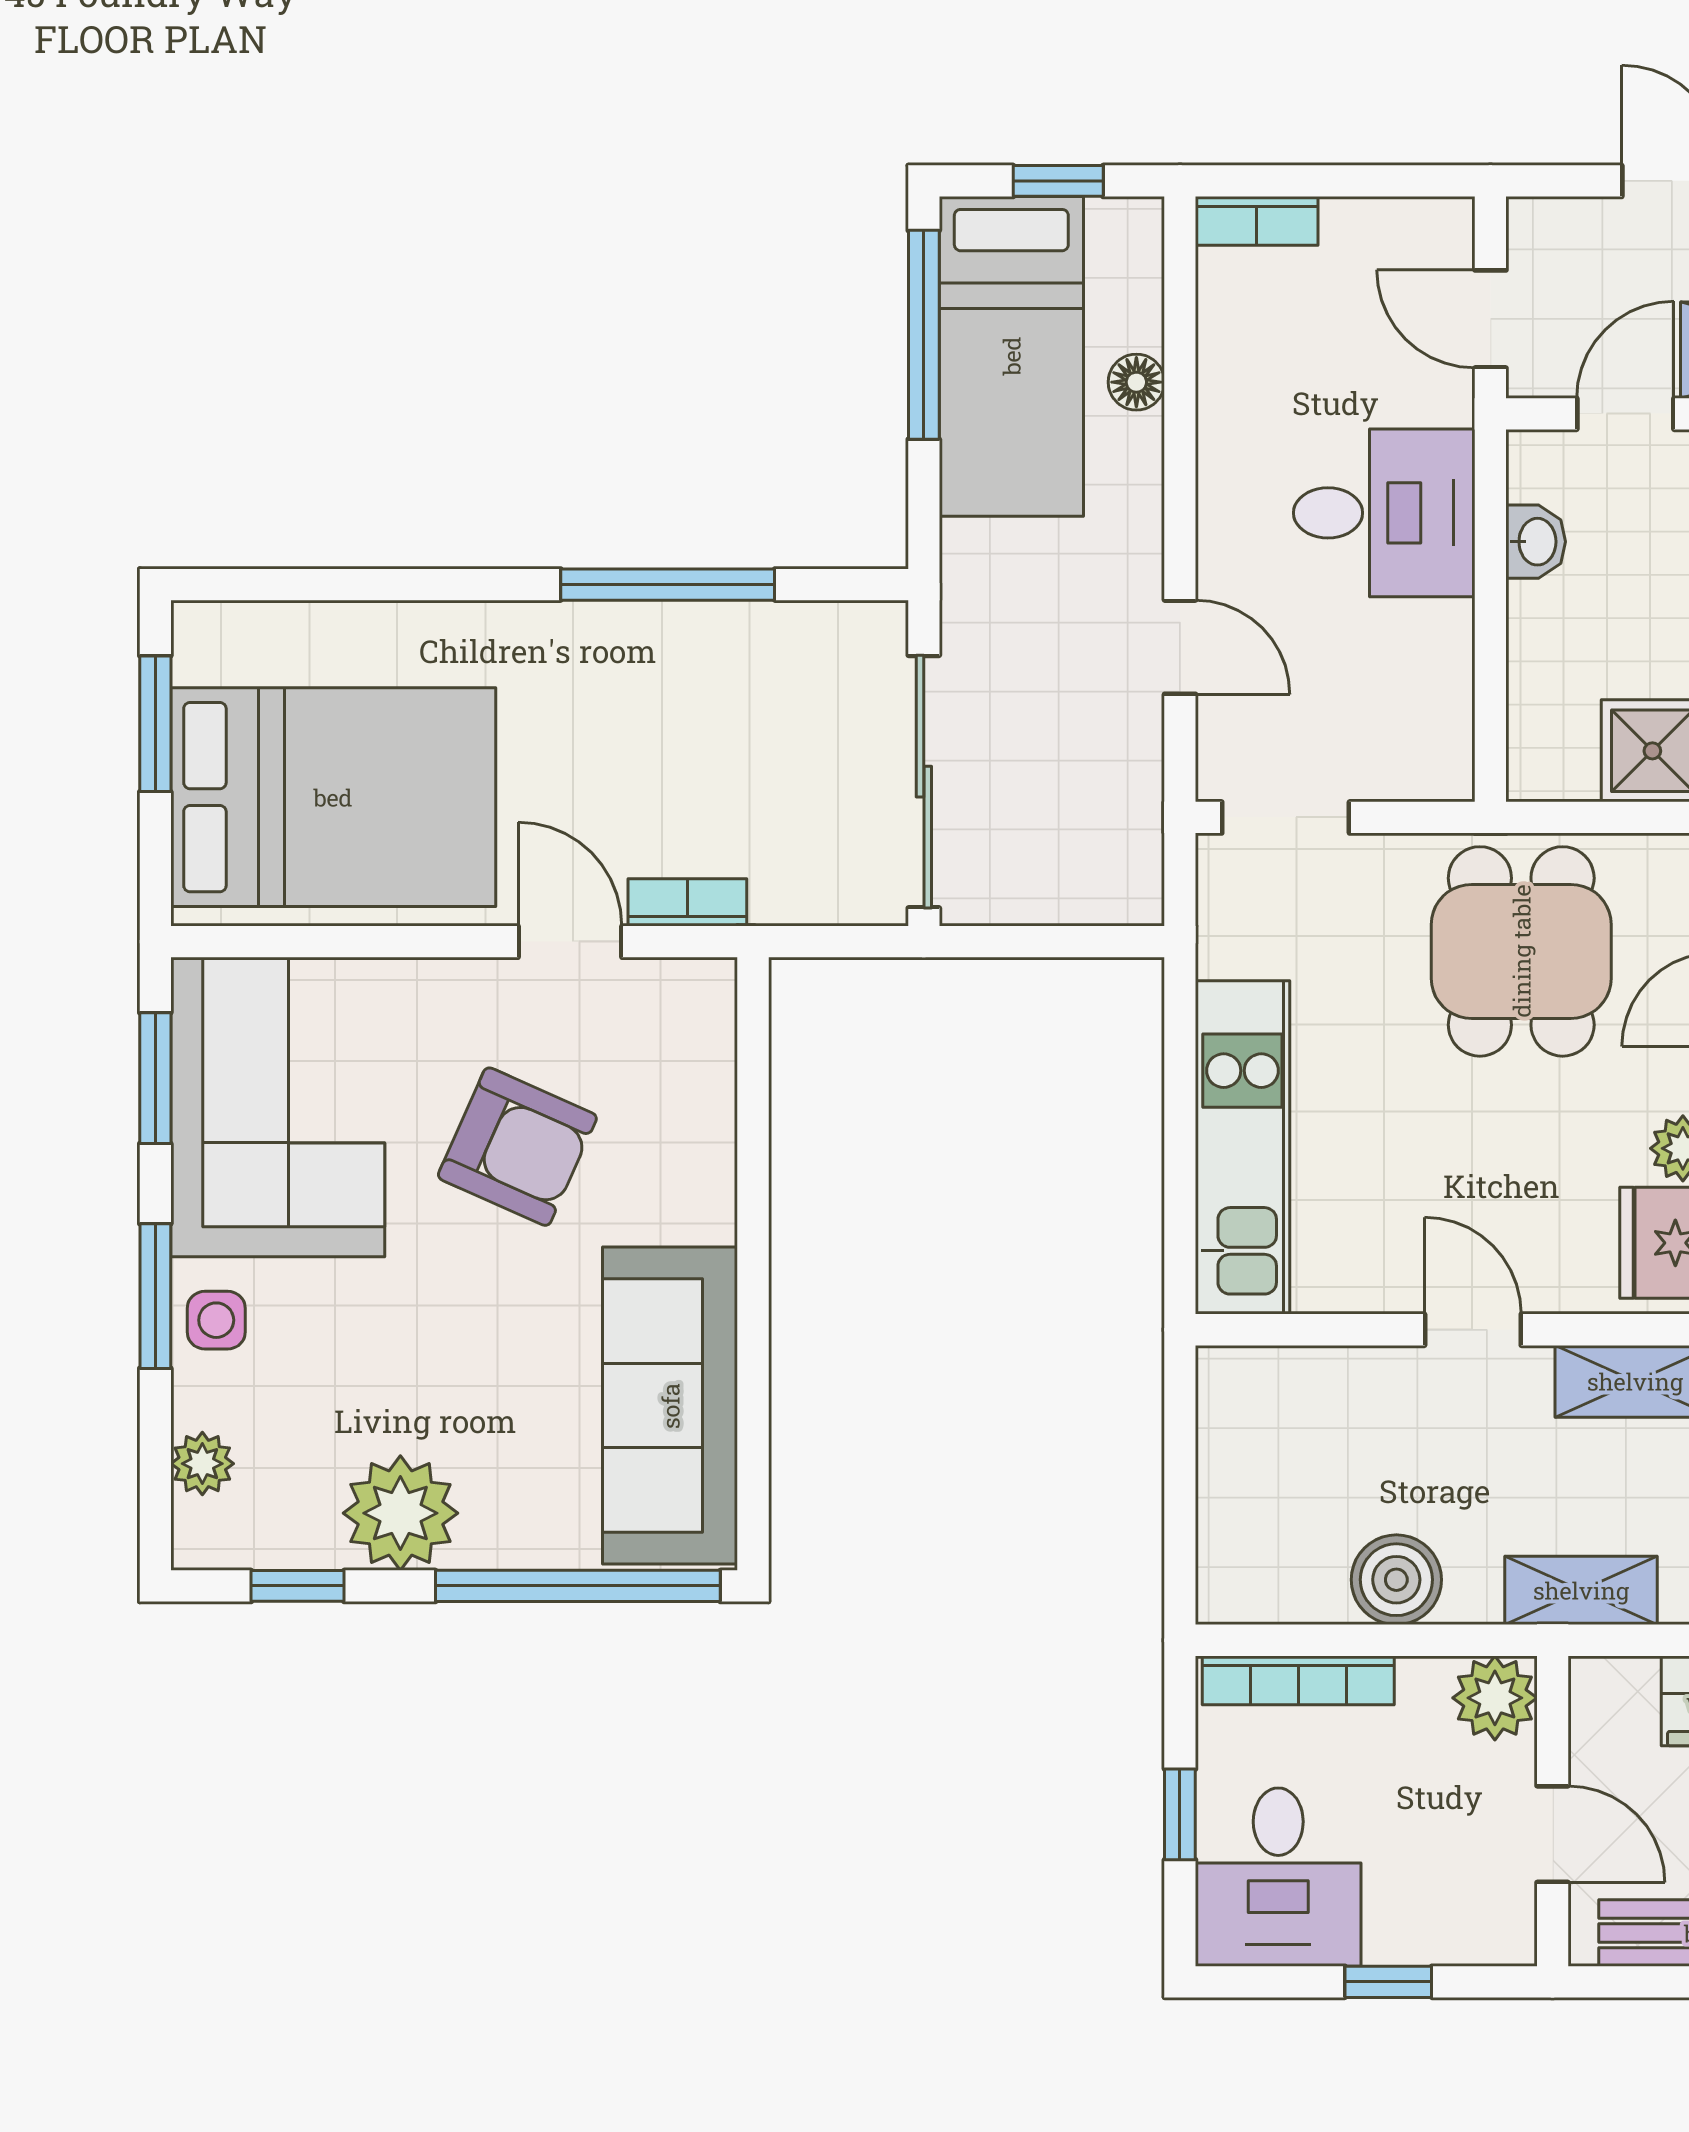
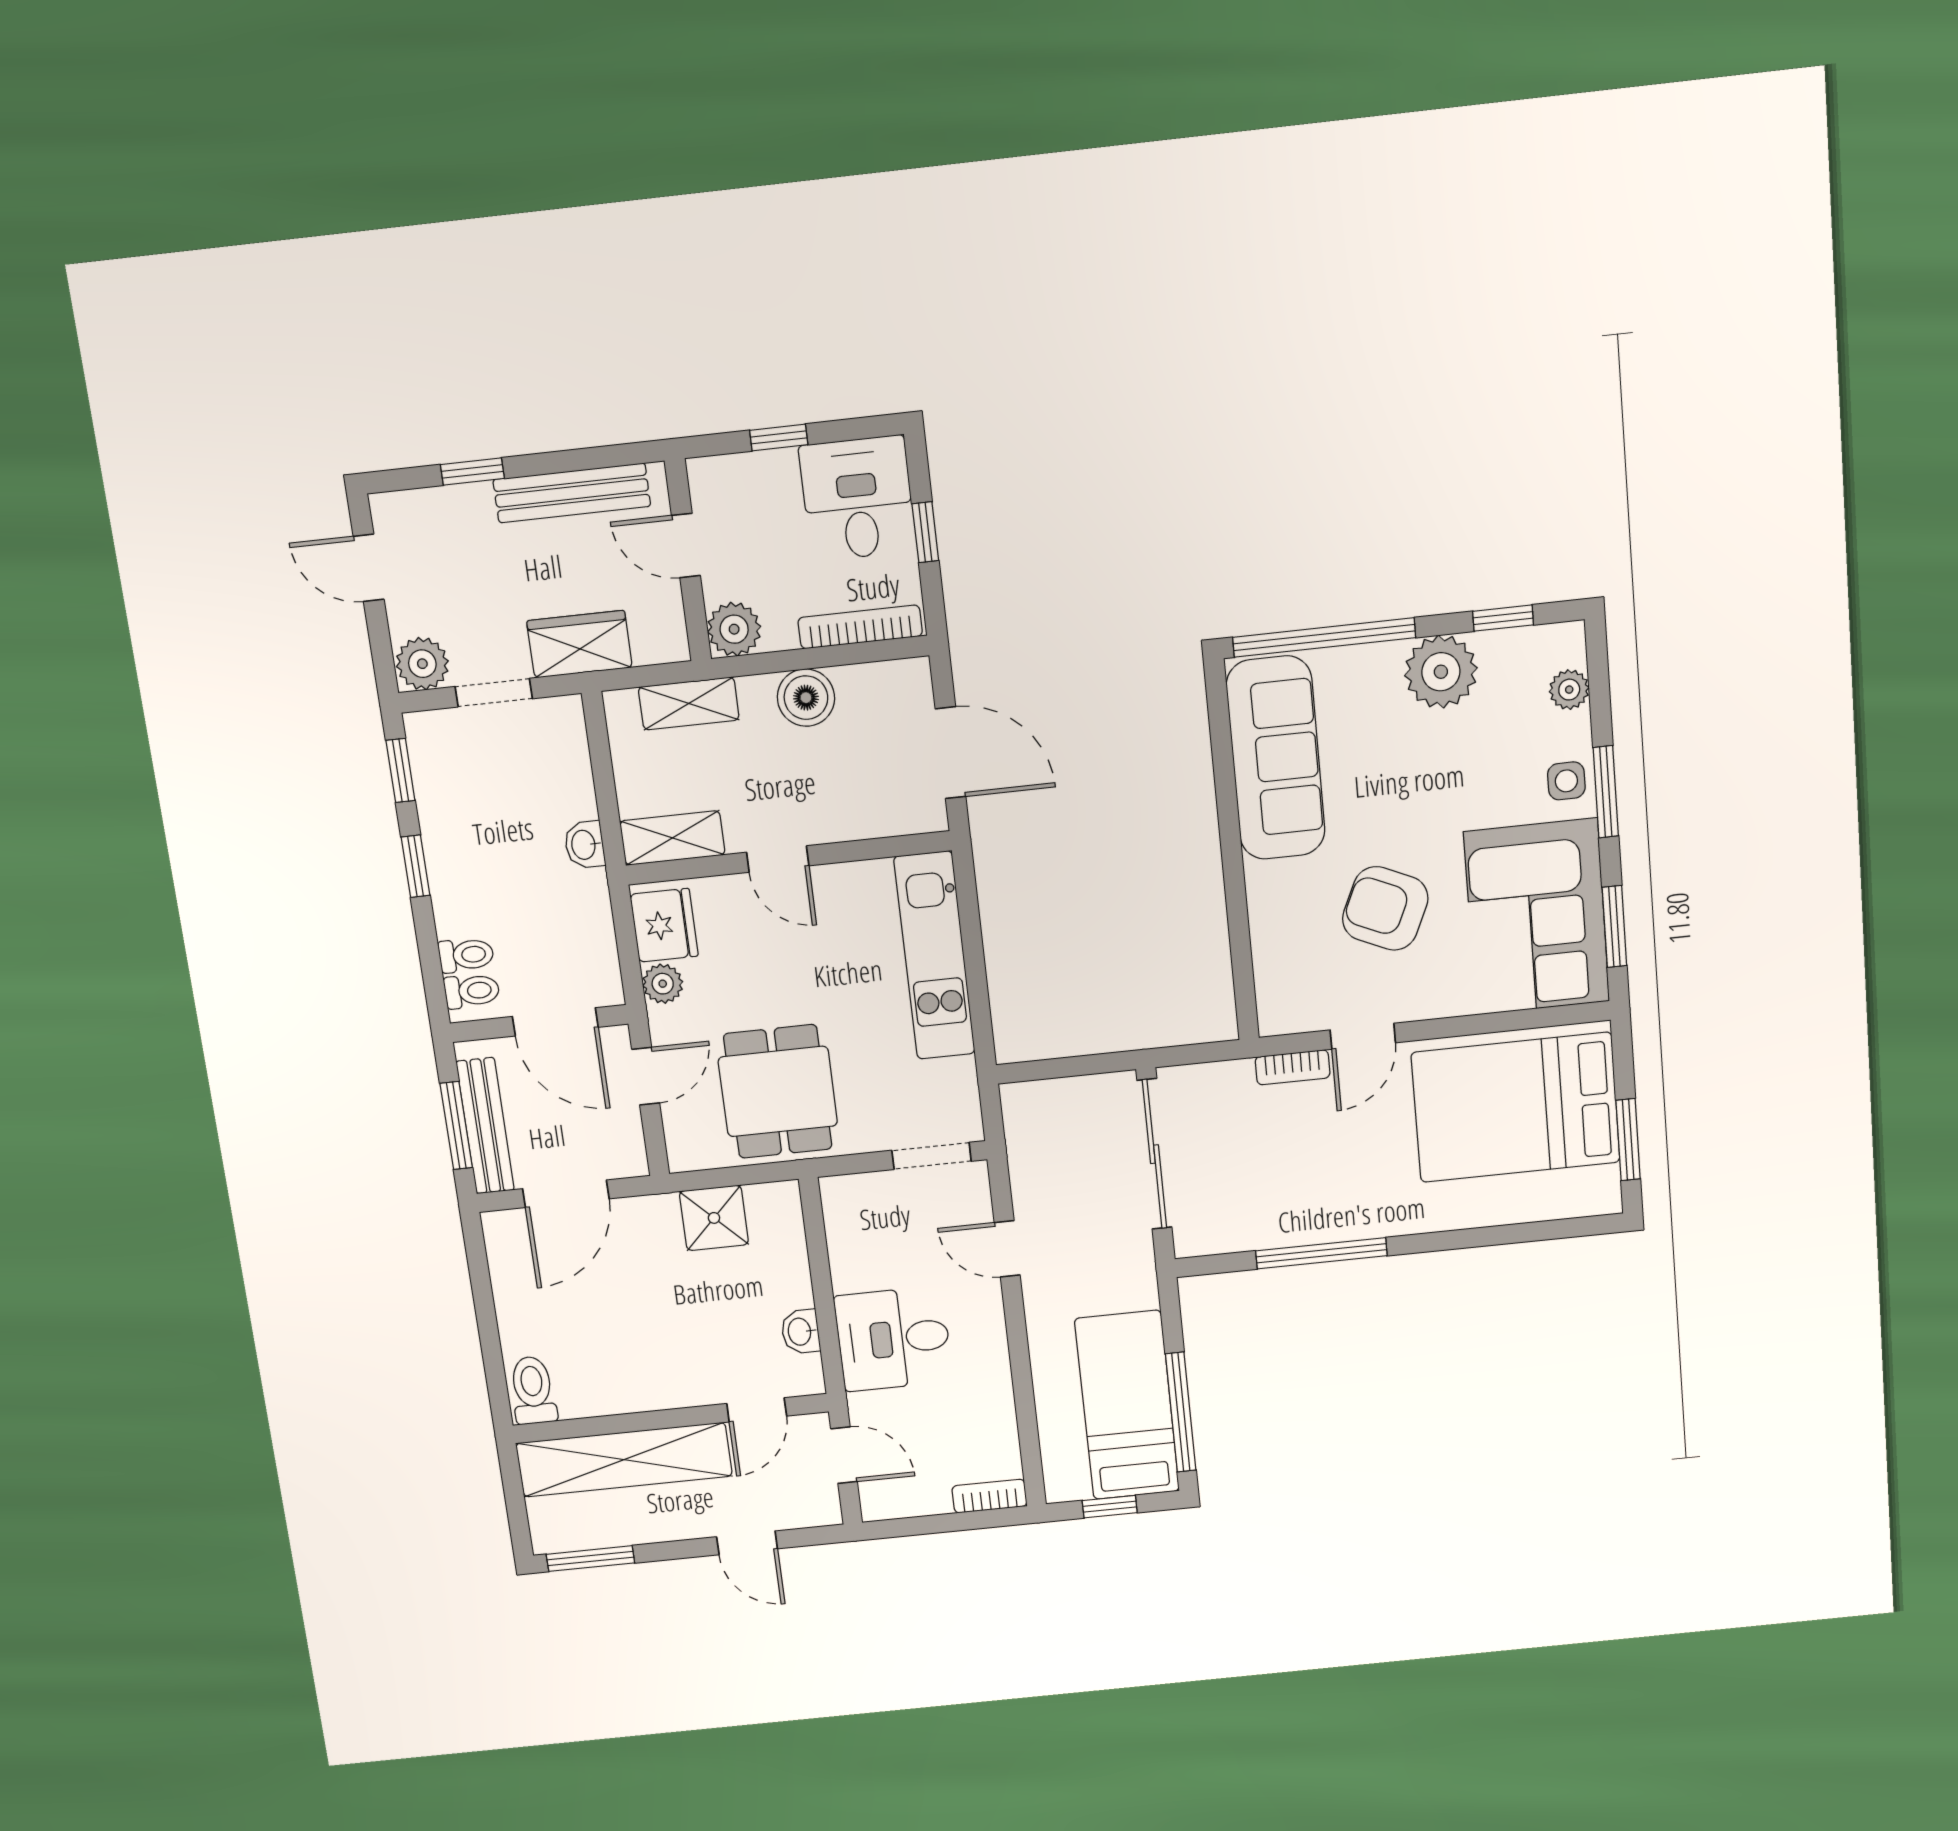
floor lamp: (1136, 382) -> (1051, 1398), removed
door: (570, 942) -> (1363, 1036), hinge flipped
door: (1180, 1469) -> (951, 753), added

